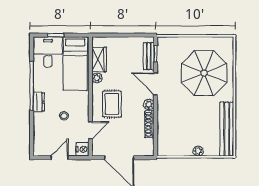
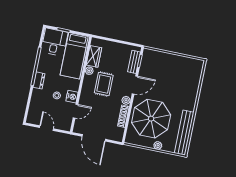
parasol: (204, 73) -> (151, 119), moved
door: (156, 84) -> (135, 85), swing flipped
rug: (112, 104) -> (104, 84), moved
nightstand: (82, 149) -> (72, 97), moved
door: (60, 158) -> (46, 128), hinge flipped

